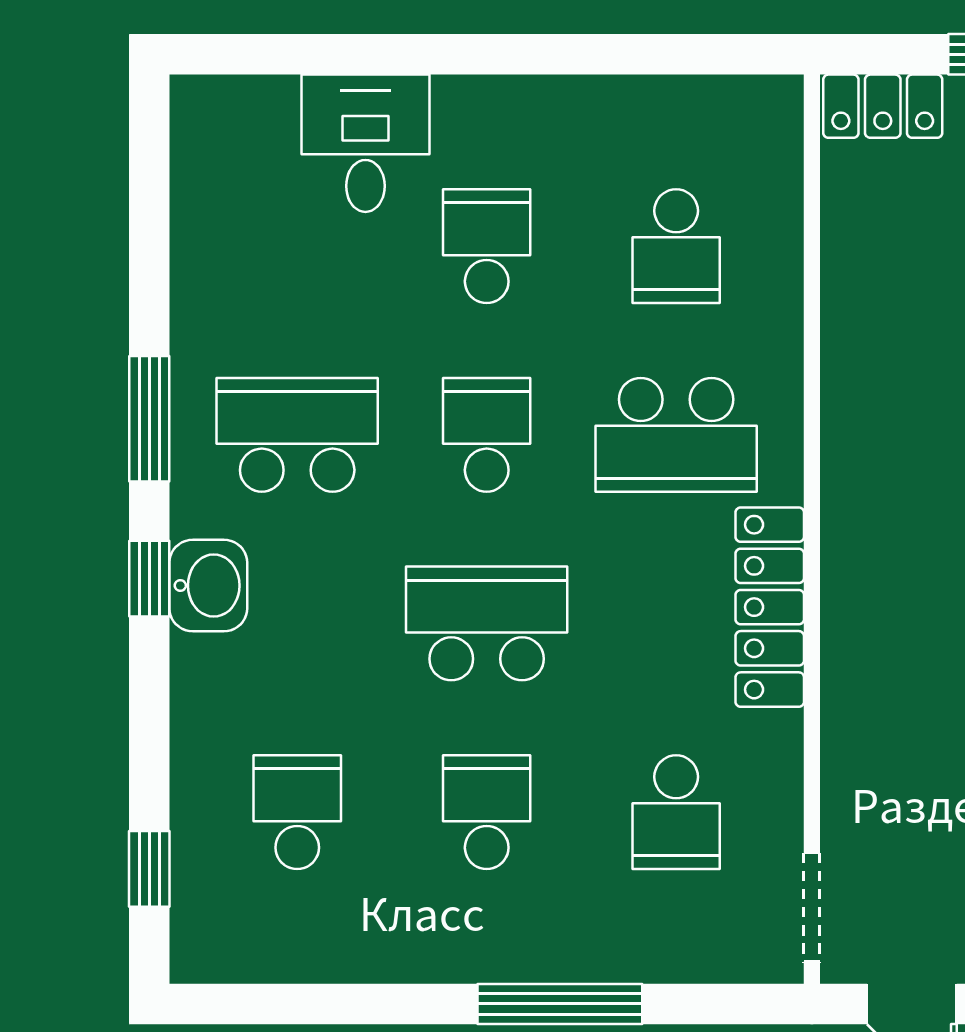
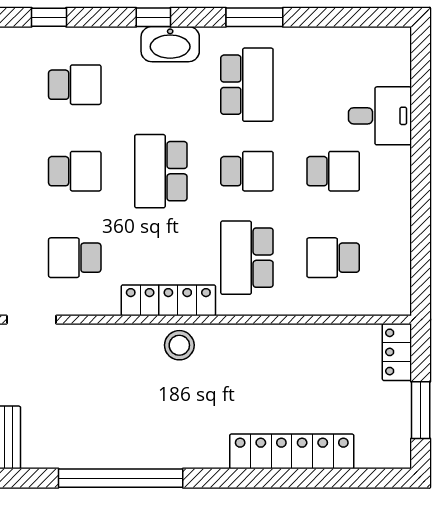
window: (149, 579) -> (153, 17), moved
stool: (868, 583) -> (179, 345), added
washbasin: (208, 586) -> (170, 44), width x1.38
school desk: (487, 623) -> (161, 171), turned 180

